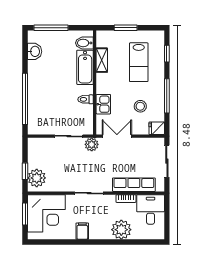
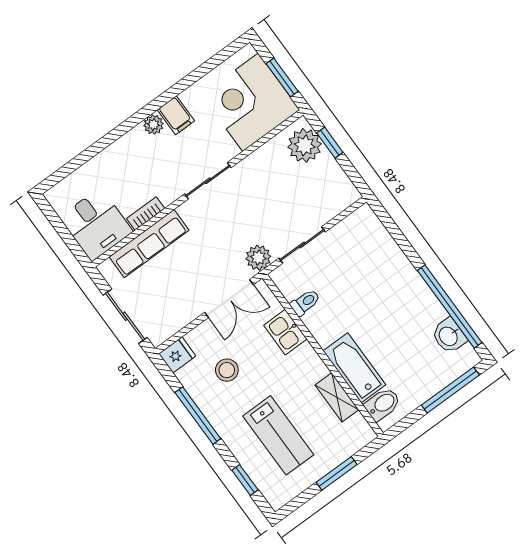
lab bench: (139, 62) -> (278, 435), turned 180
window: (25, 99) -> (450, 306), moved
toilet: (86, 99) -> (305, 302), moved
plant: (121, 230) -> (153, 125), moved, width x0.53, depth x0.53

